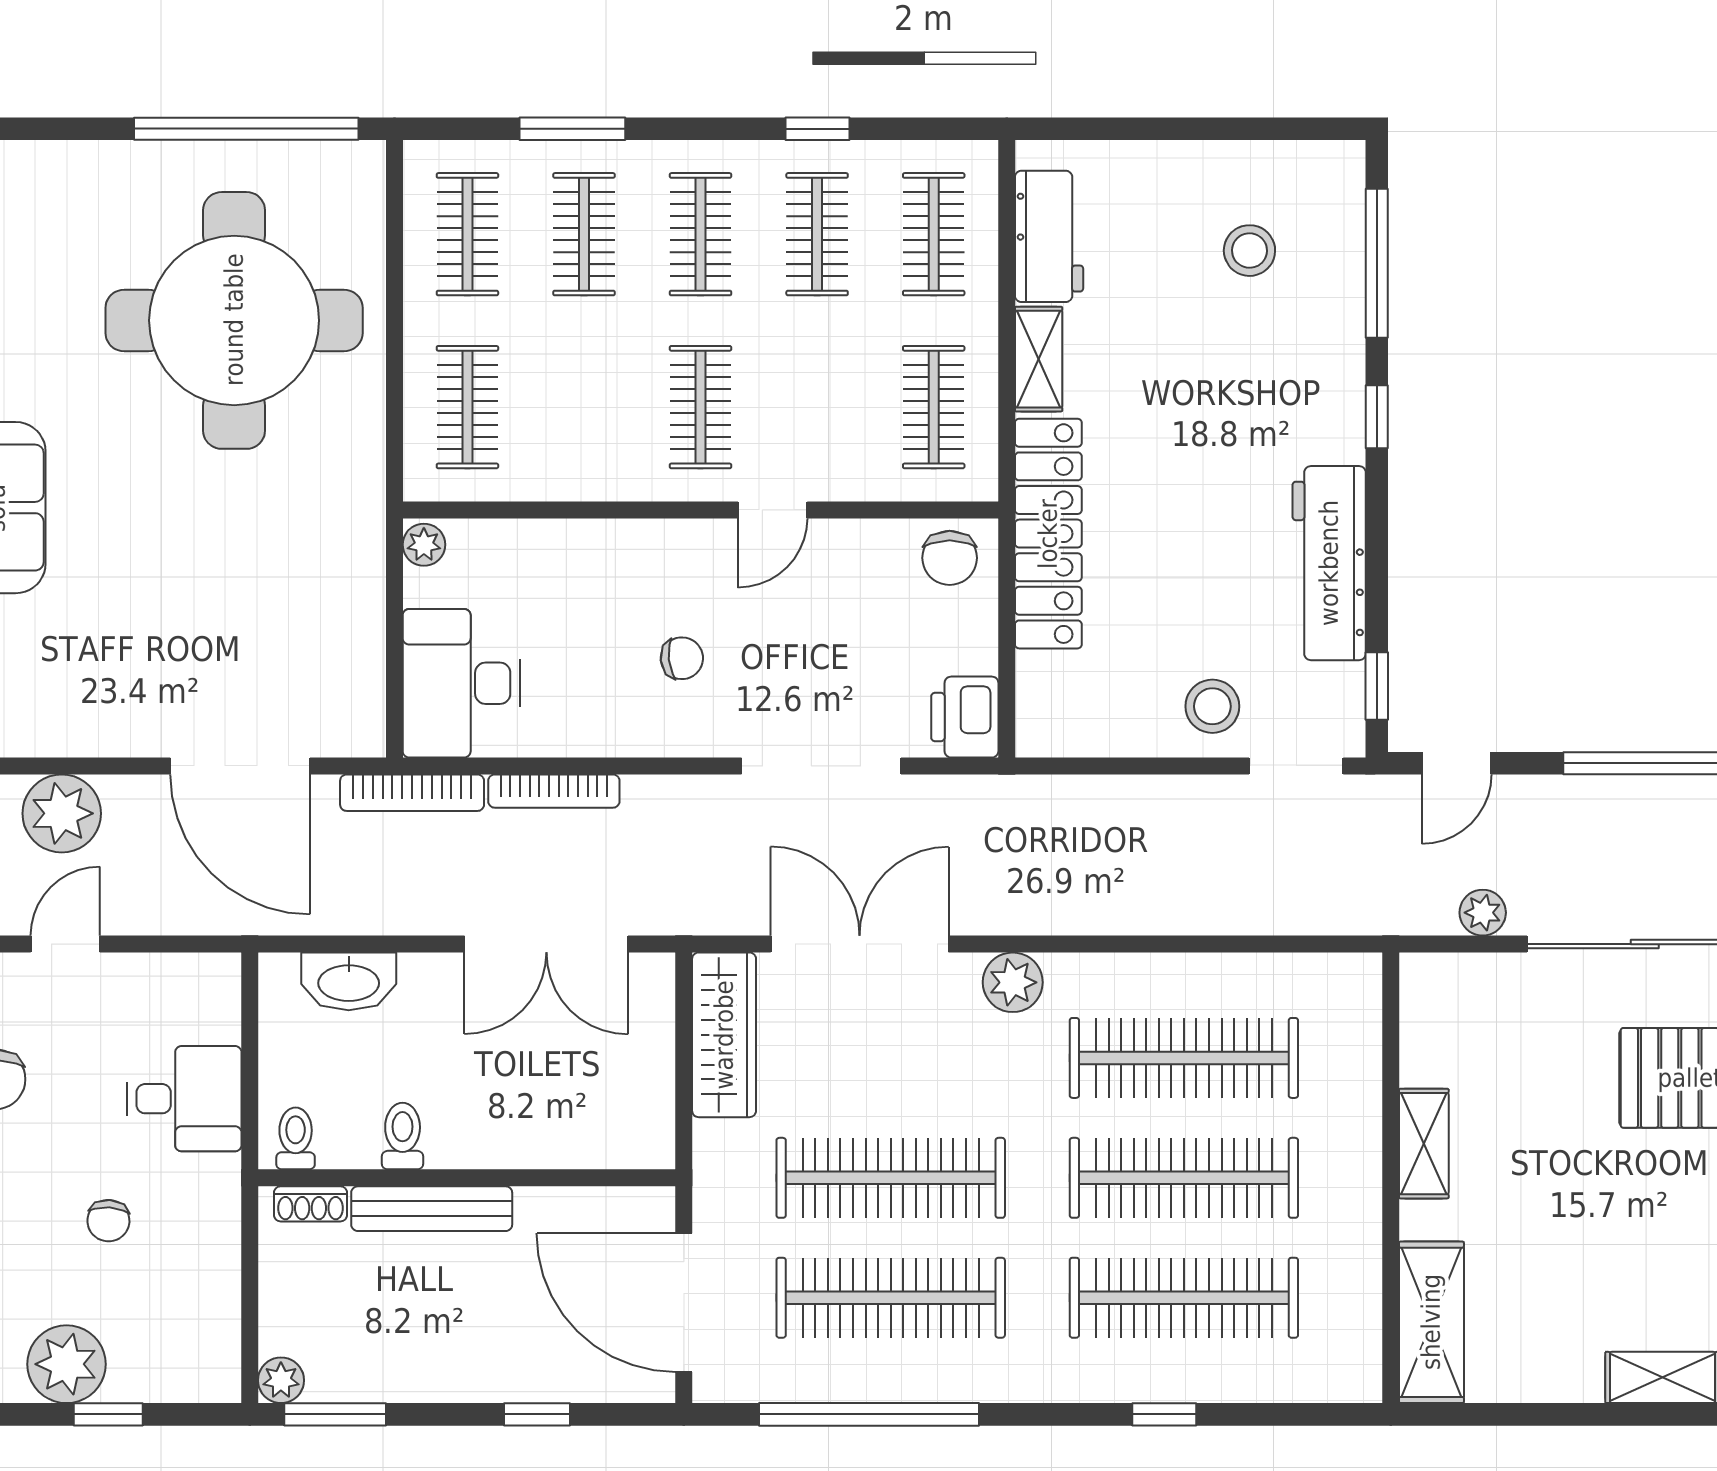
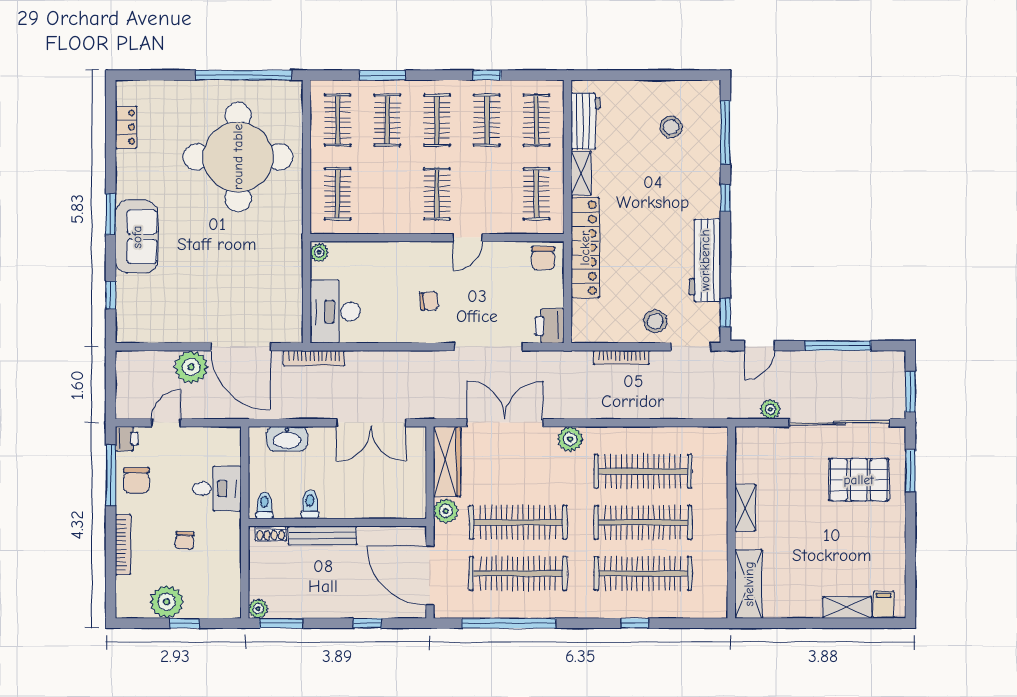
bookcase: (554, 791) -> (621, 357), moved
plant: (62, 813) -> (191, 367), moved
plant: (721, 1151) -> (446, 511), added

